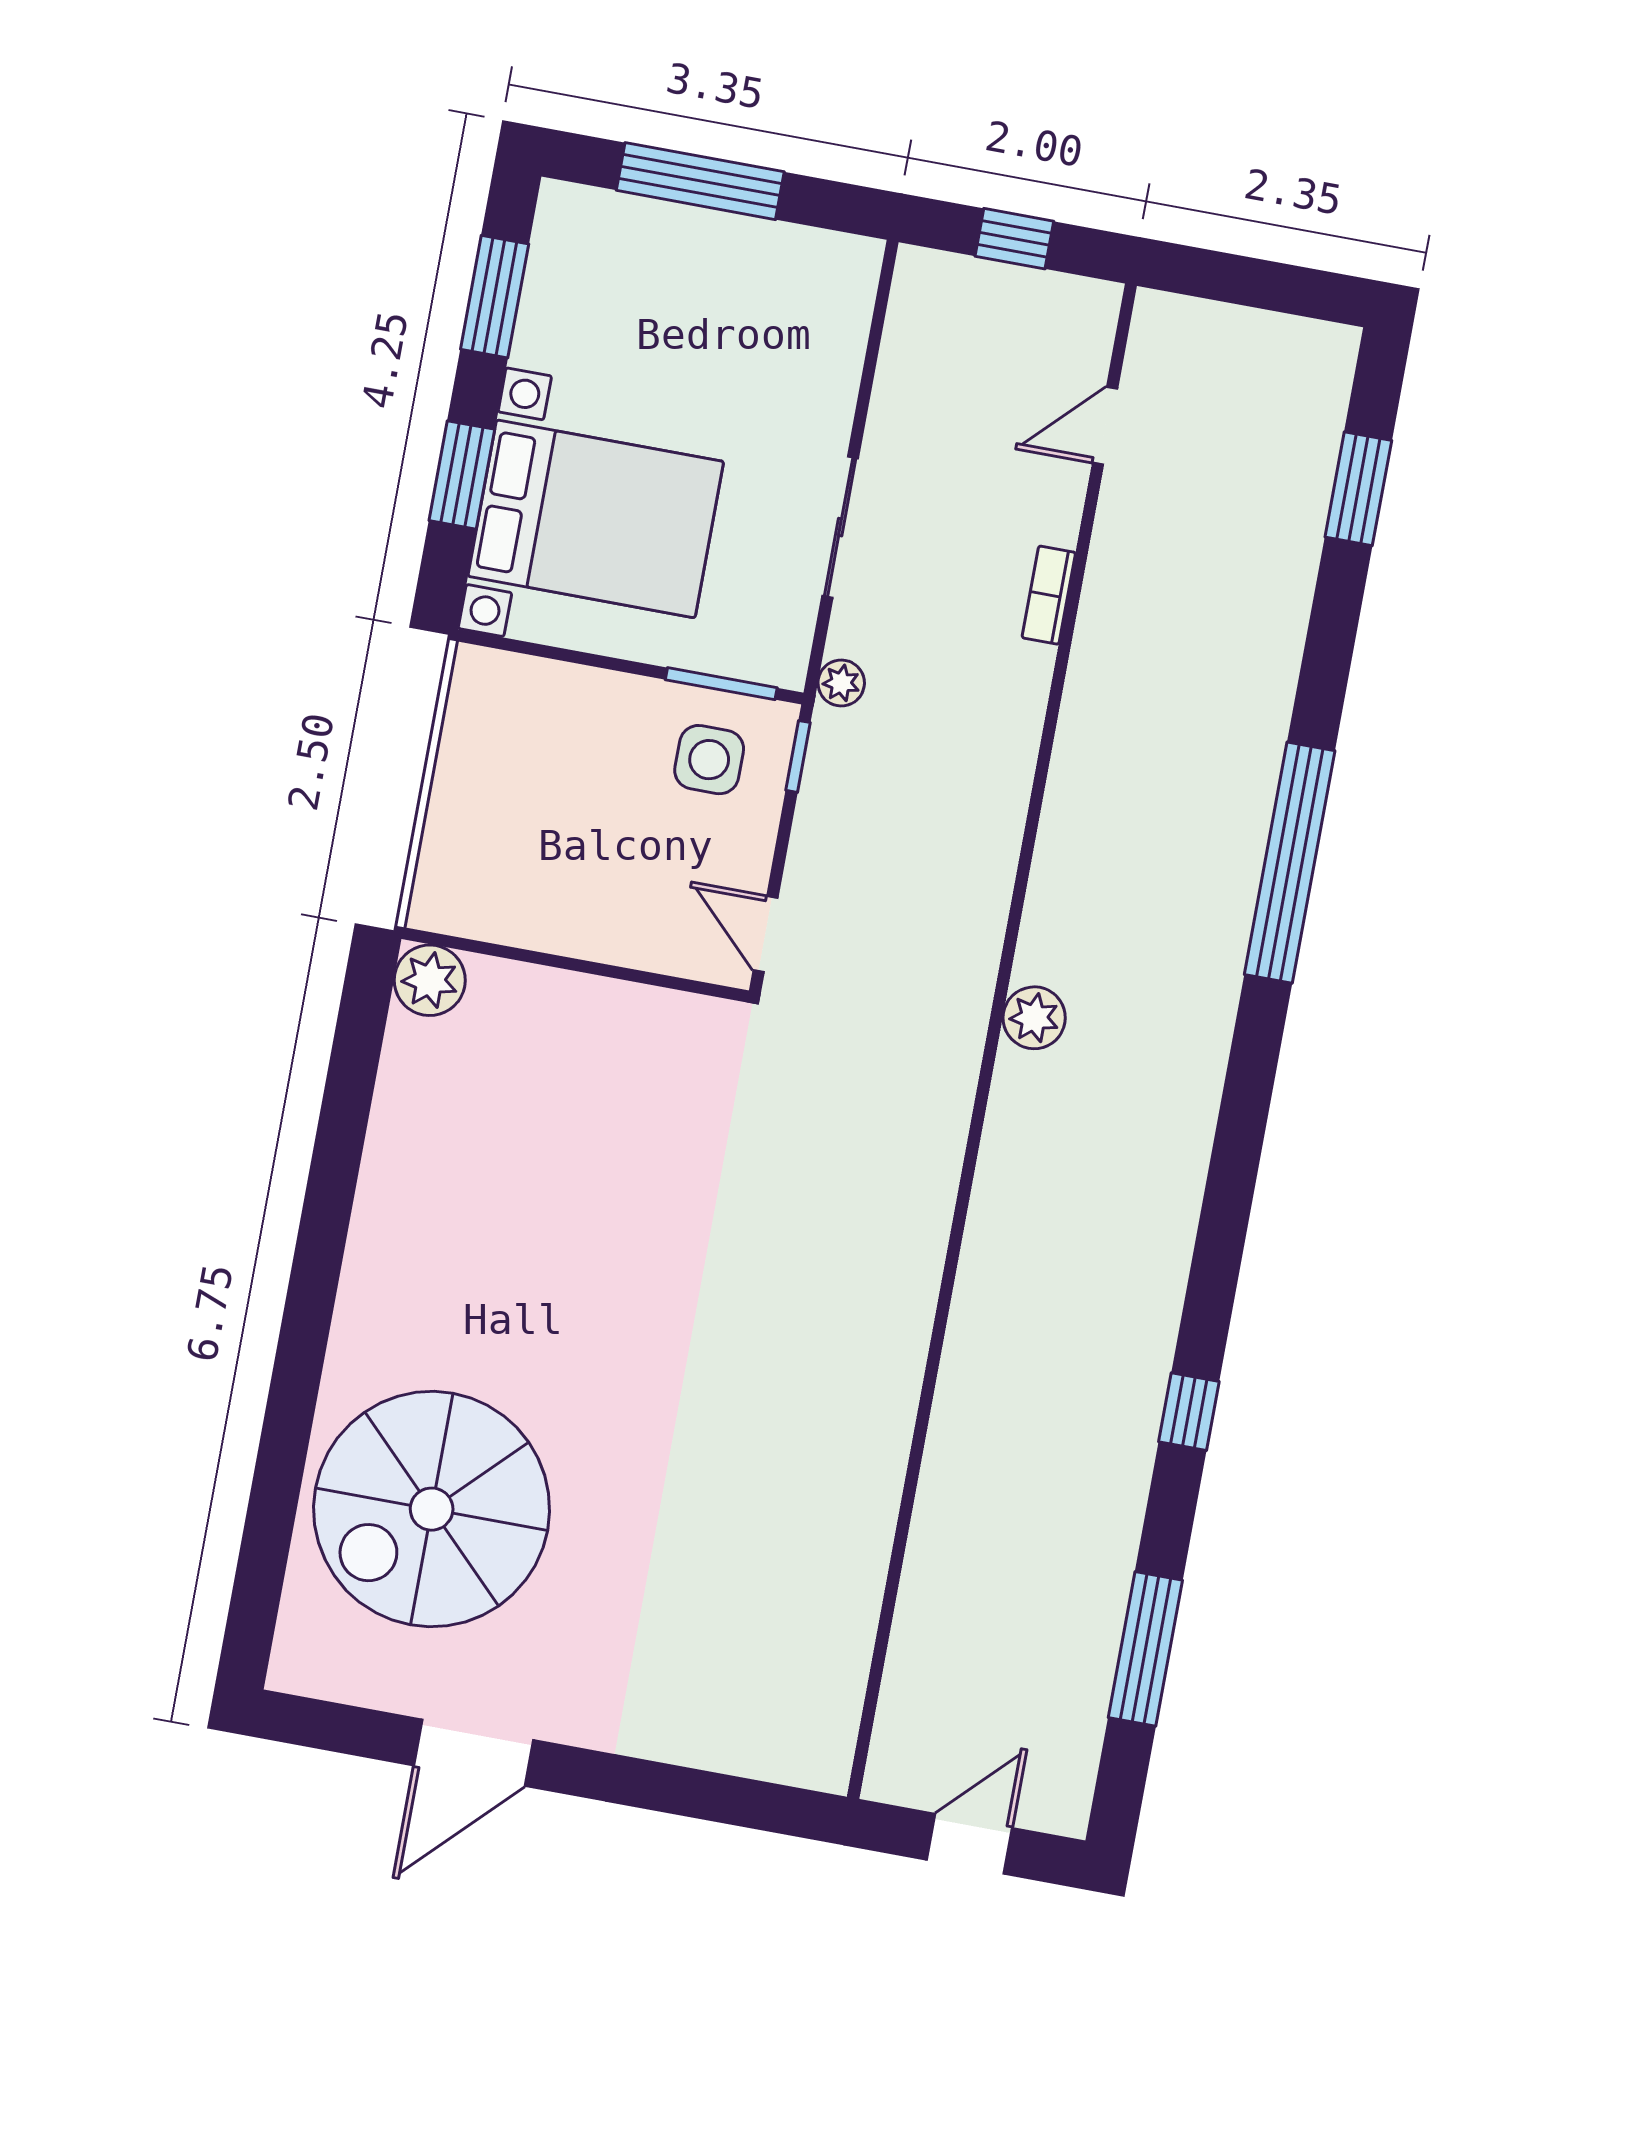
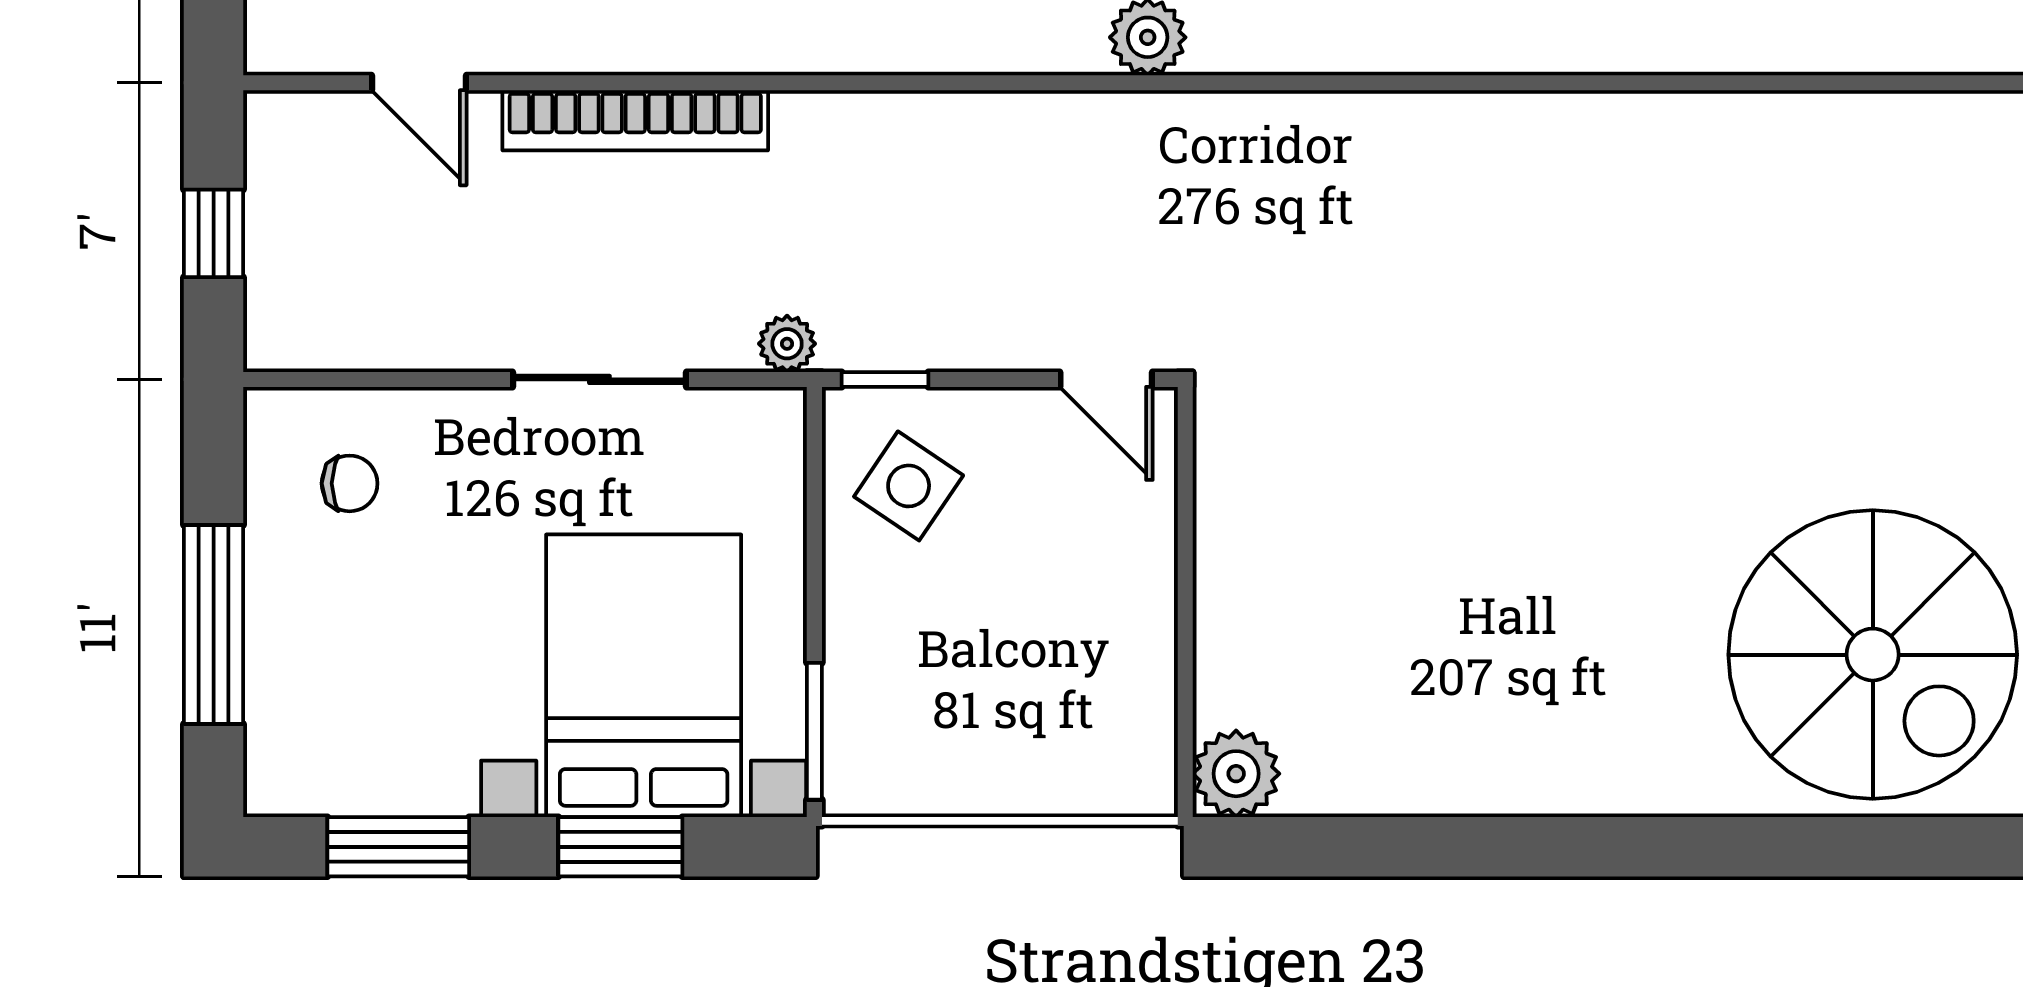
chair: (793, 311) -> (350, 483), added
bookcase: (1049, 595) -> (635, 120), width x2.31, depth x1.31
window: (721, 684) -> (814, 731), moved
side table: (709, 760) -> (909, 486), turned 34
door: (765, 934) -> (1106, 379), hinge flipped

